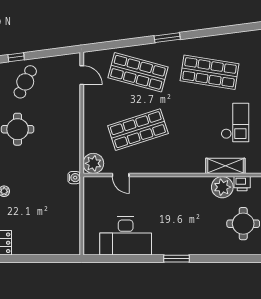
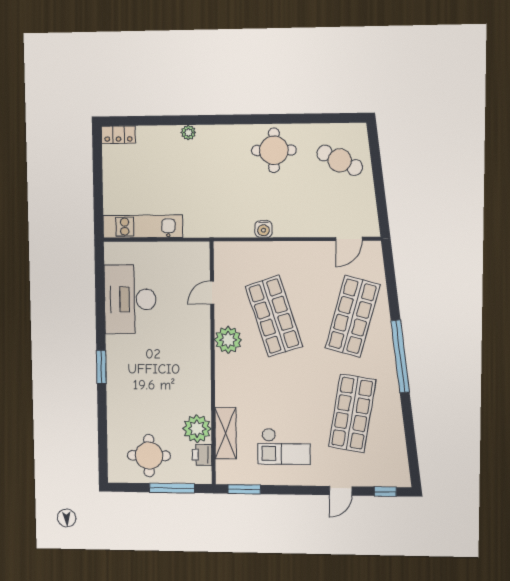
window: (167, 38) -> (400, 356), width x2.11
window: (16, 57) -> (374, 147), removed
plant: (93, 163) -> (228, 340), moved
water cooler: (74, 178) -> (263, 229), moved
kitchen unit: (72, 226) -> (143, 227), added

